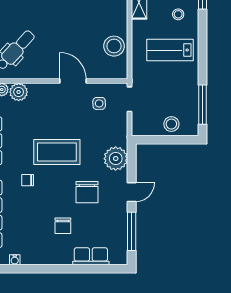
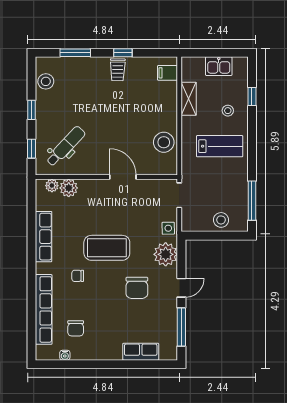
lab bench: (170, 50) -> (220, 146), turned 180
side table: (99, 103) -> (168, 228), moved
chair: (63, 226) -> (76, 328), moved

